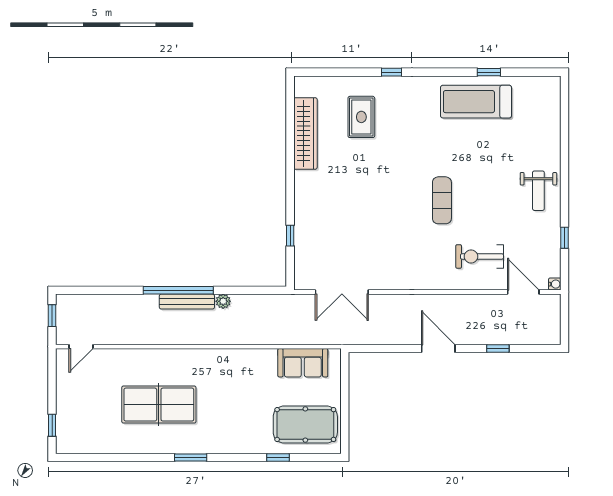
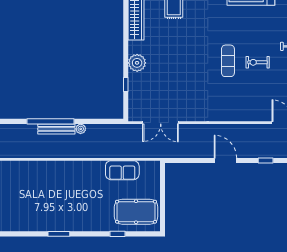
plant: (307, 203) -> (137, 63), added
exercise bike: (480, 256) -> (258, 62), moved, width x0.73, depth x0.72
sofa: (303, 363) -> (122, 170), moved
table tennis table: (159, 405) -> (37, 198), removed

